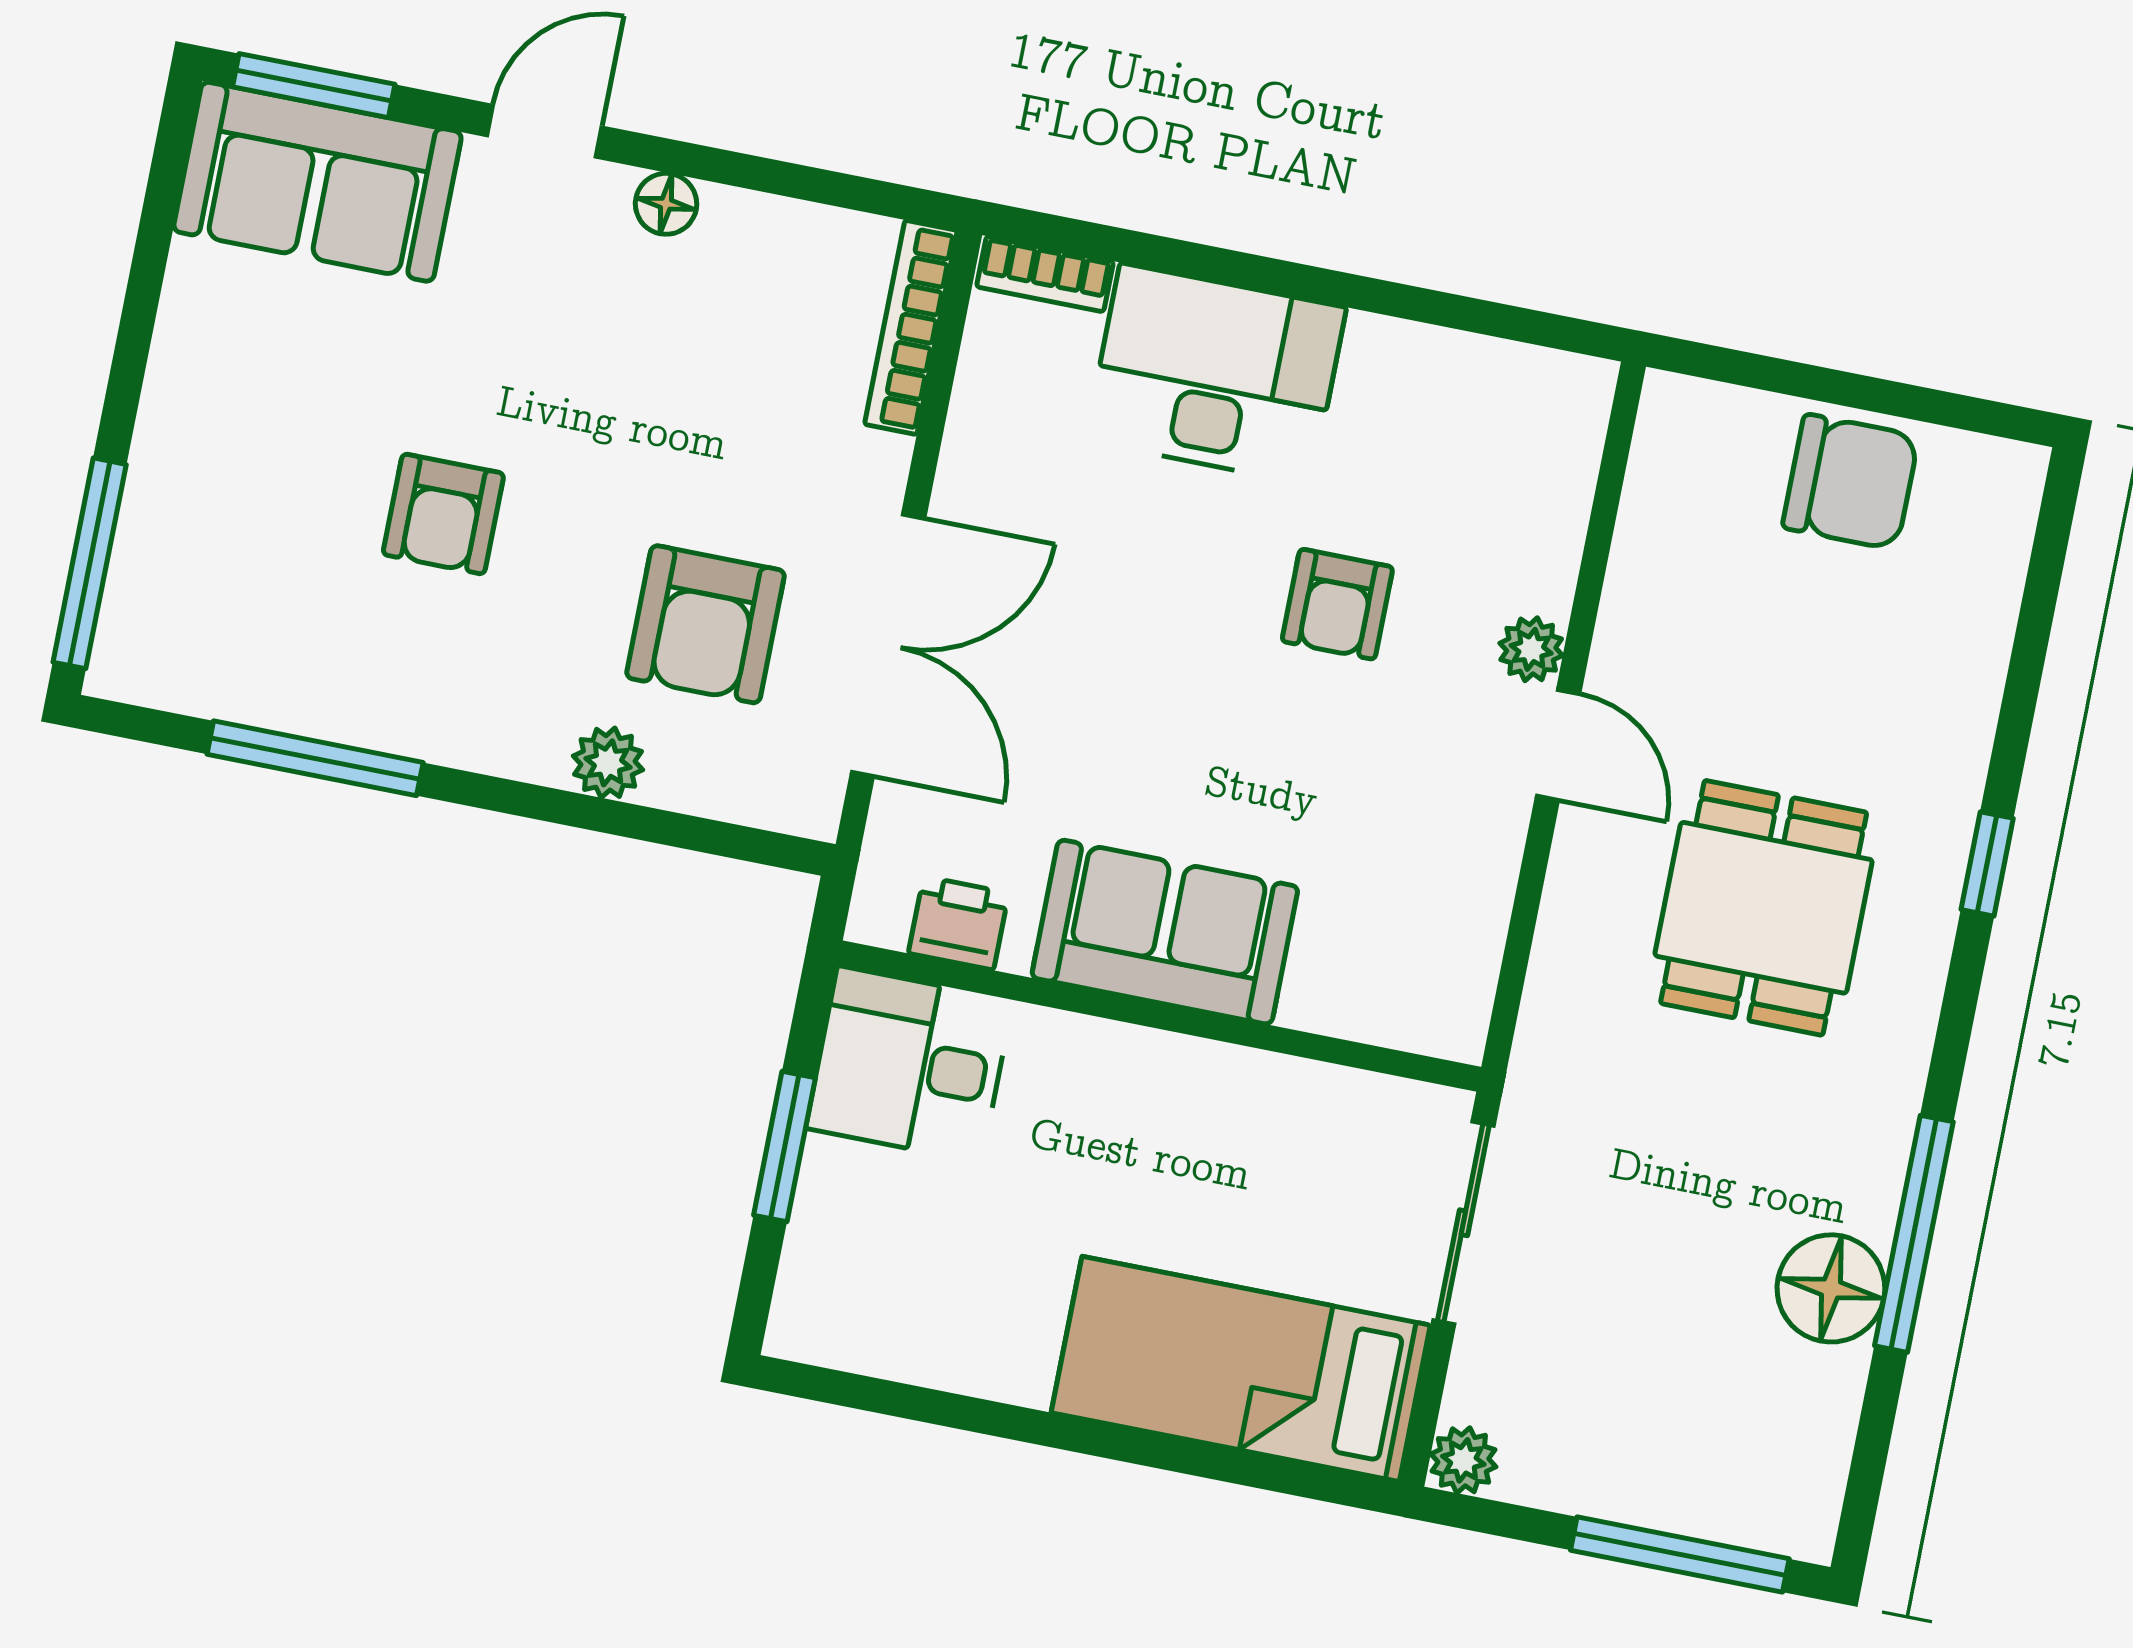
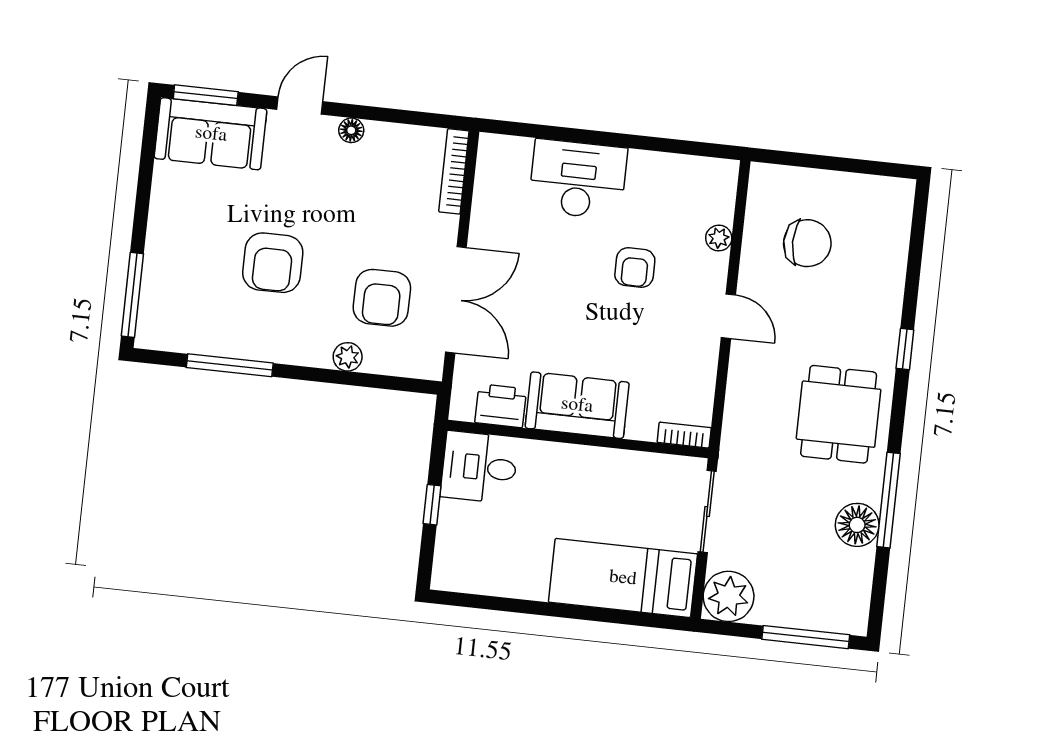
bookcase: (1045, 274) -> (684, 435), moved, turned 180
chair: (1851, 482) -> (807, 243), moved
armchair: (443, 514) -> (273, 263), width x1.38, depth x1.38
plant: (1531, 649) -> (719, 238), moved
dining table: (1764, 908) -> (839, 414), moved
printer: (958, 923) -> (501, 406), width x1.36, depth x1.24
window: (785, 1146) -> (432, 505), width x0.67
plant: (1463, 1460) -> (729, 596), width x1.88, depth x1.88

